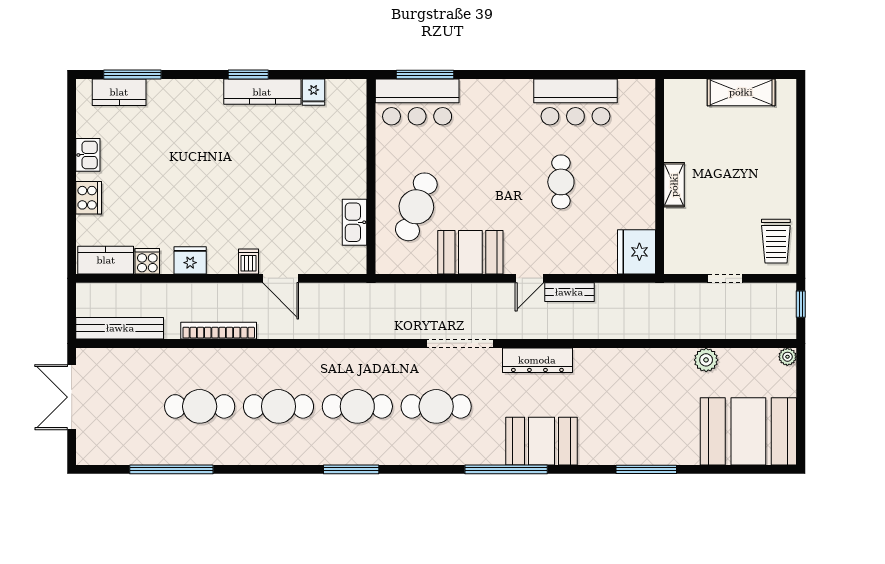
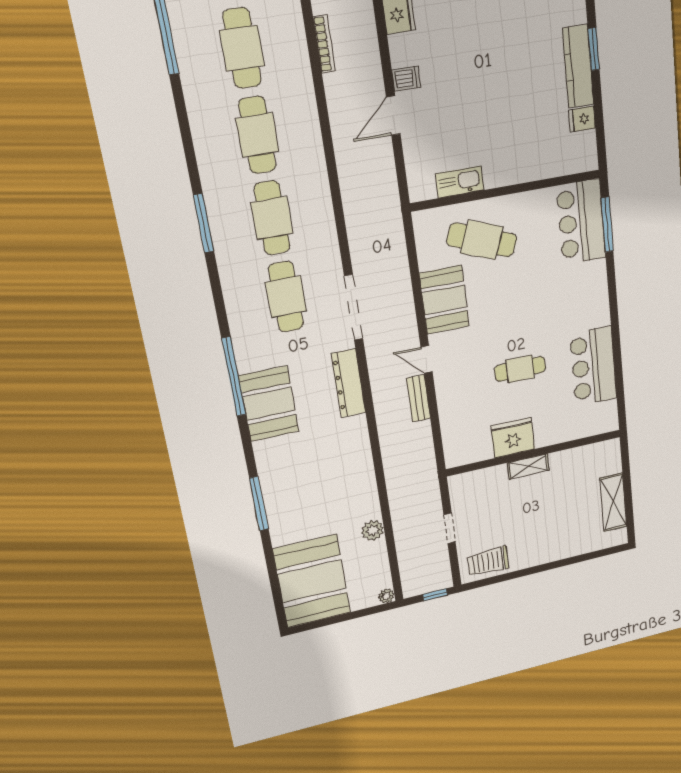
fridge: (636, 252) -> (513, 438), moved
bookcase: (219, 331) -> (324, 44), width x0.68, depth x0.76

